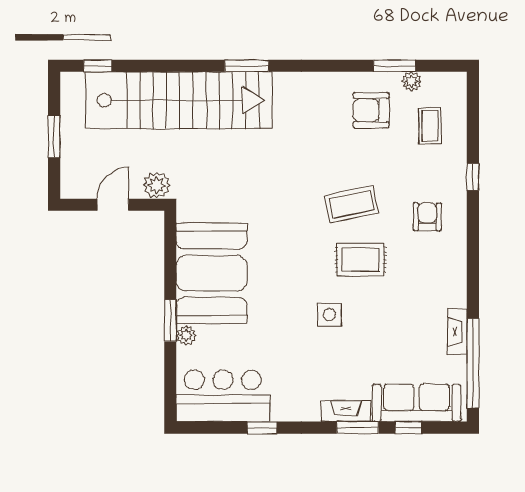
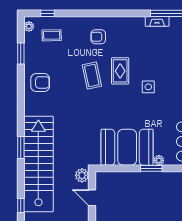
window: (247, 66) -> (21, 147), moved
plant: (411, 81) -> (29, 26), moved
armchair: (371, 110) -> (40, 82), moved, turned -90
window: (473, 177) -> (48, 13), moved

